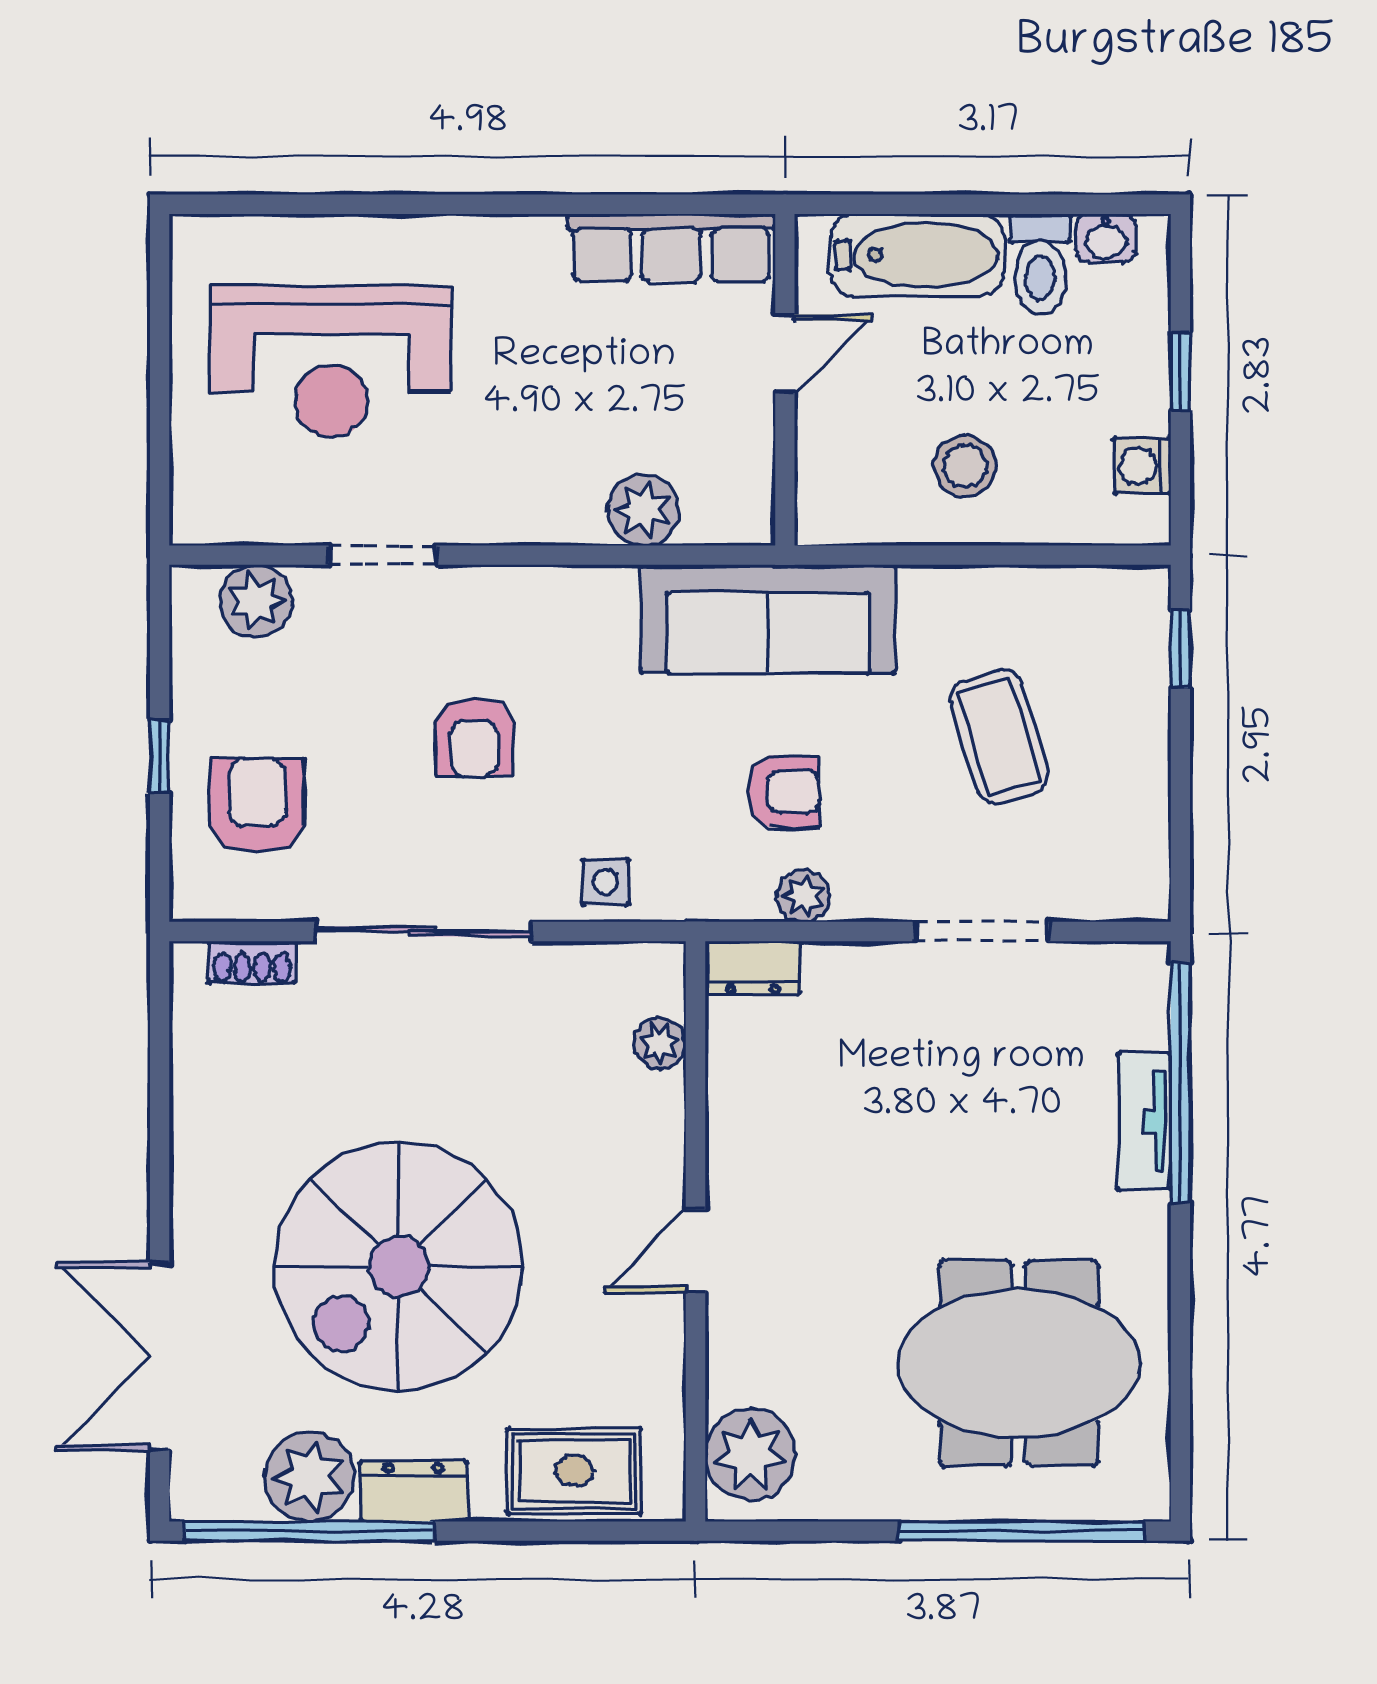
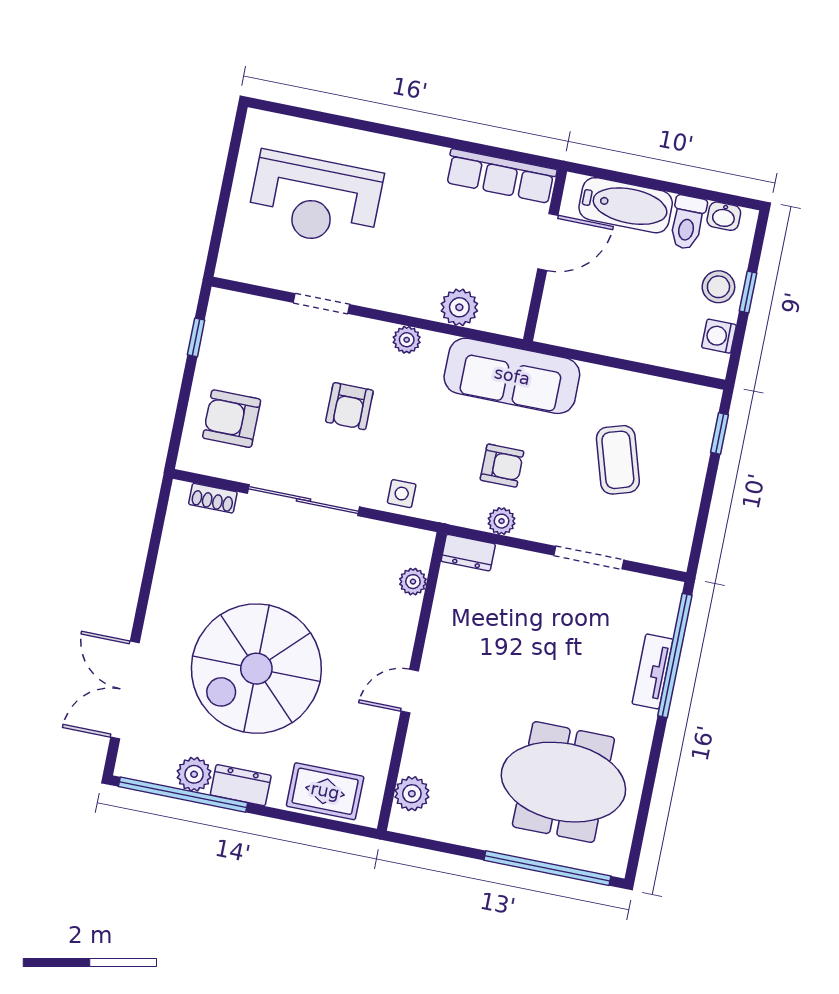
door: (785, 354) -> (548, 242), width x1.38
stool: (965, 466) -> (718, 287), moved
plant: (256, 601) -> (407, 340), moved, width x0.73, depth x0.73
window: (160, 756) -> (196, 337), moved
armchair: (257, 806) -> (232, 419), turned -90
plant: (750, 1455) -> (412, 794), width x0.73, depth x0.73
plant: (310, 1477) -> (194, 774), width x0.73, depth x0.73

